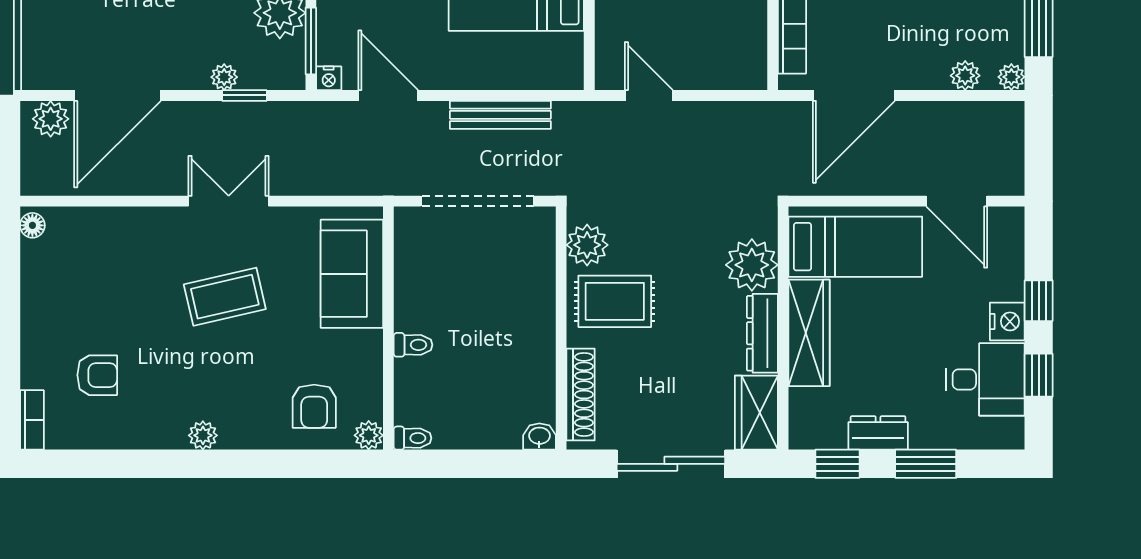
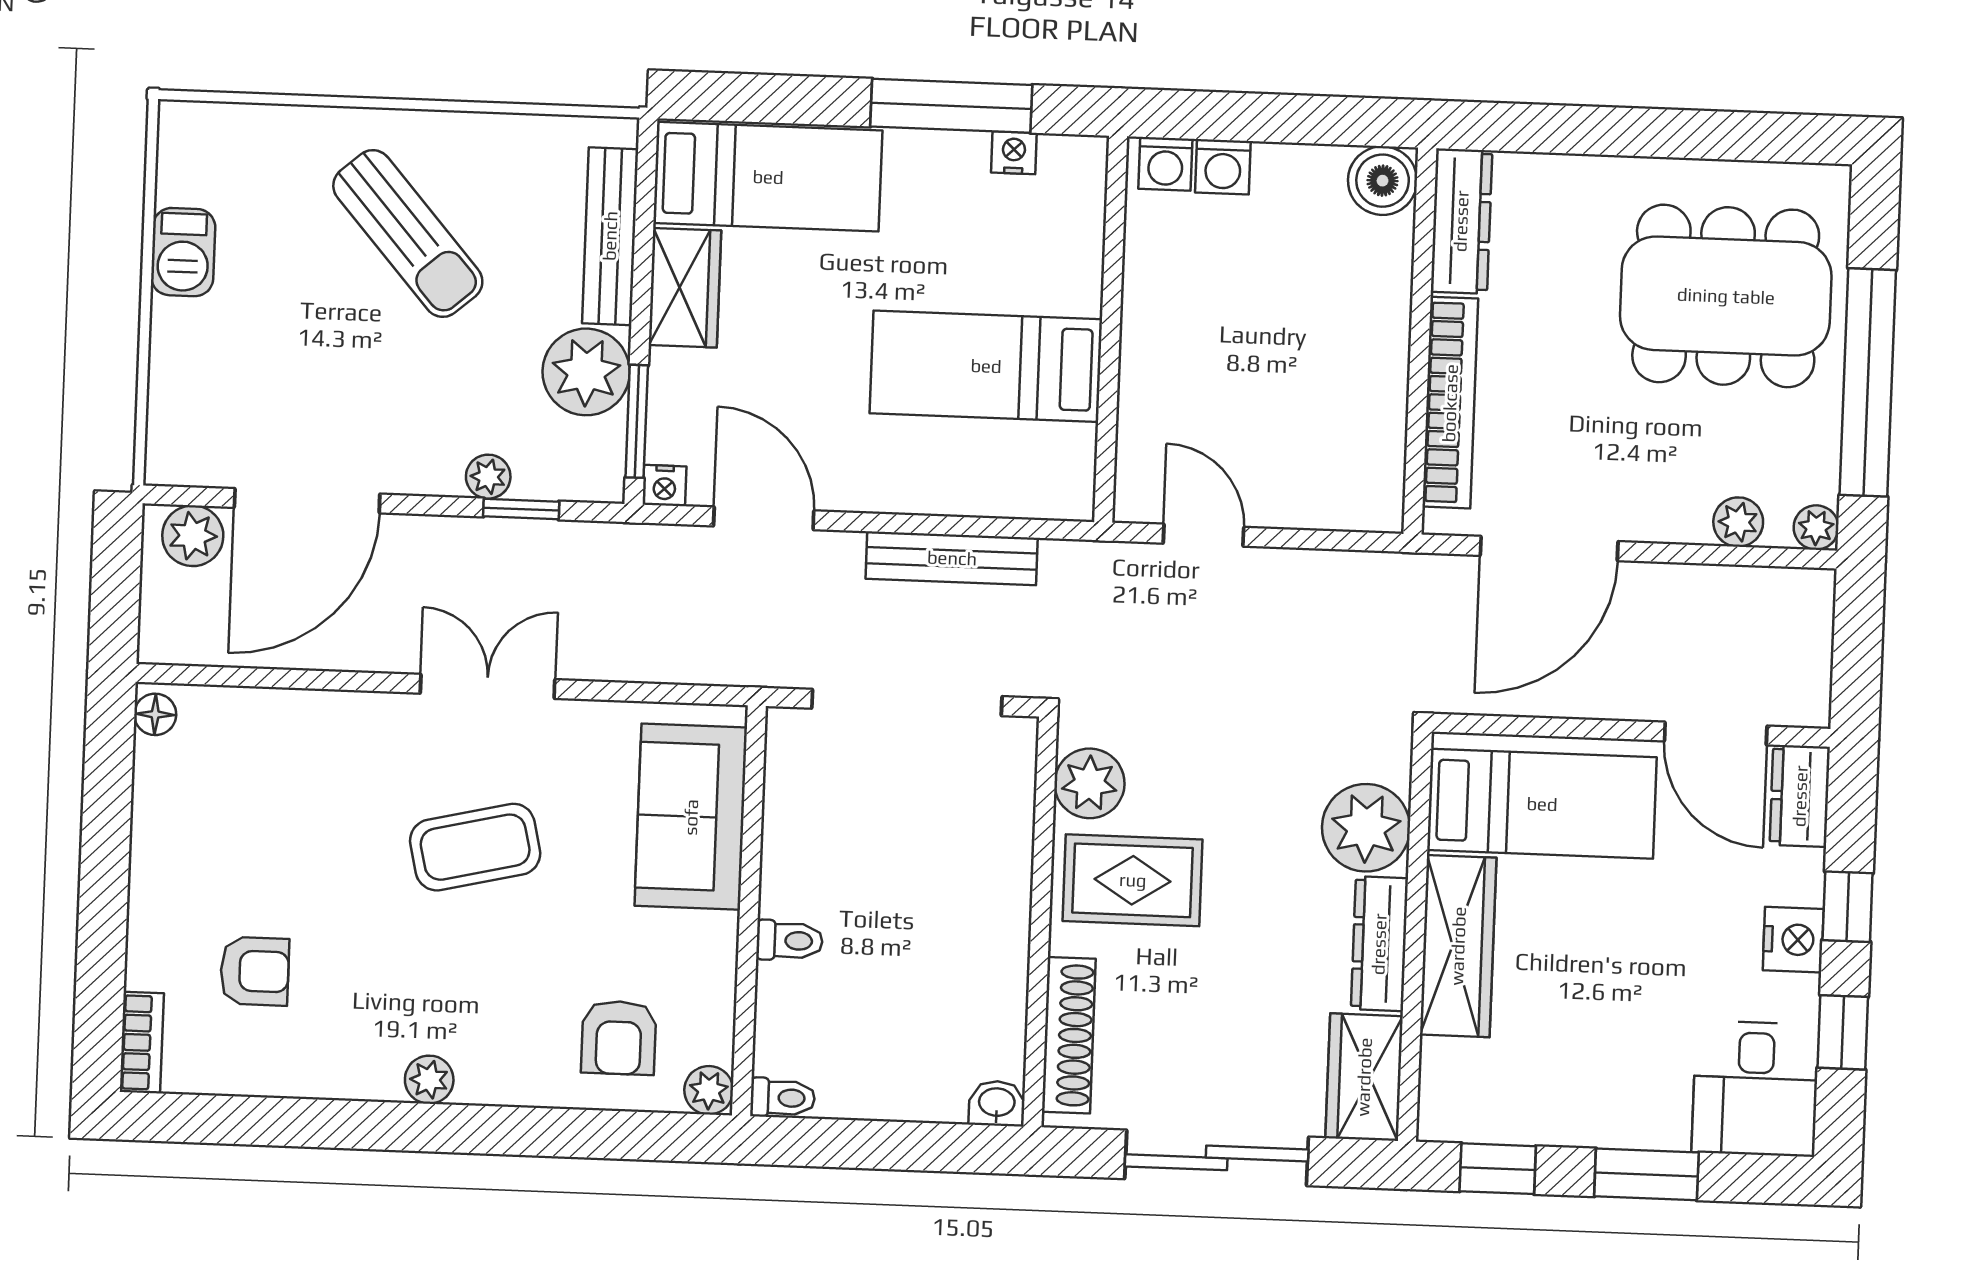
desk: (985, 379) -> (1755, 1089), moved, turned 90
dresser: (878, 433) -> (1800, 796), moved, turned -90

